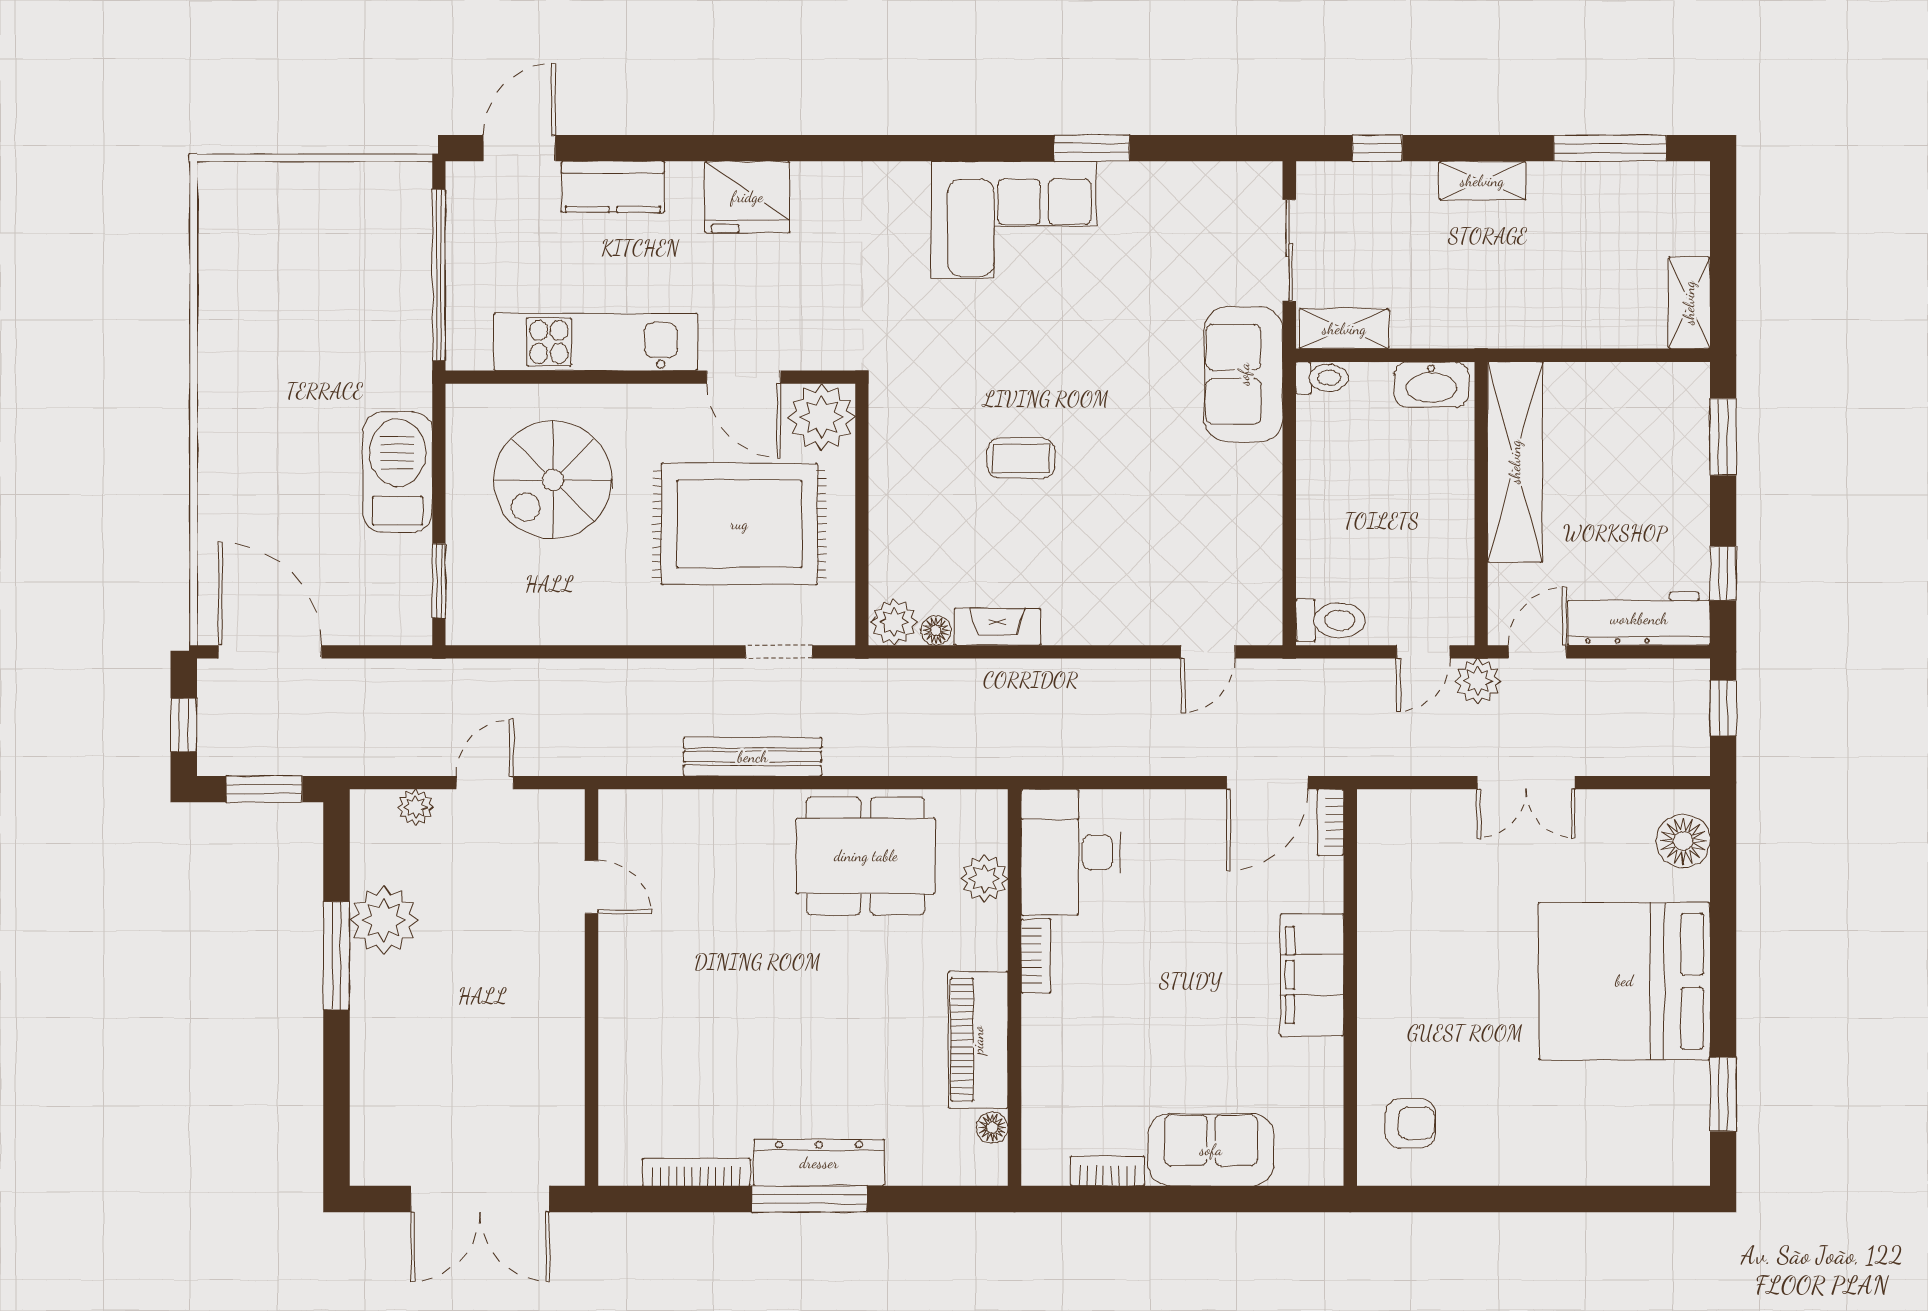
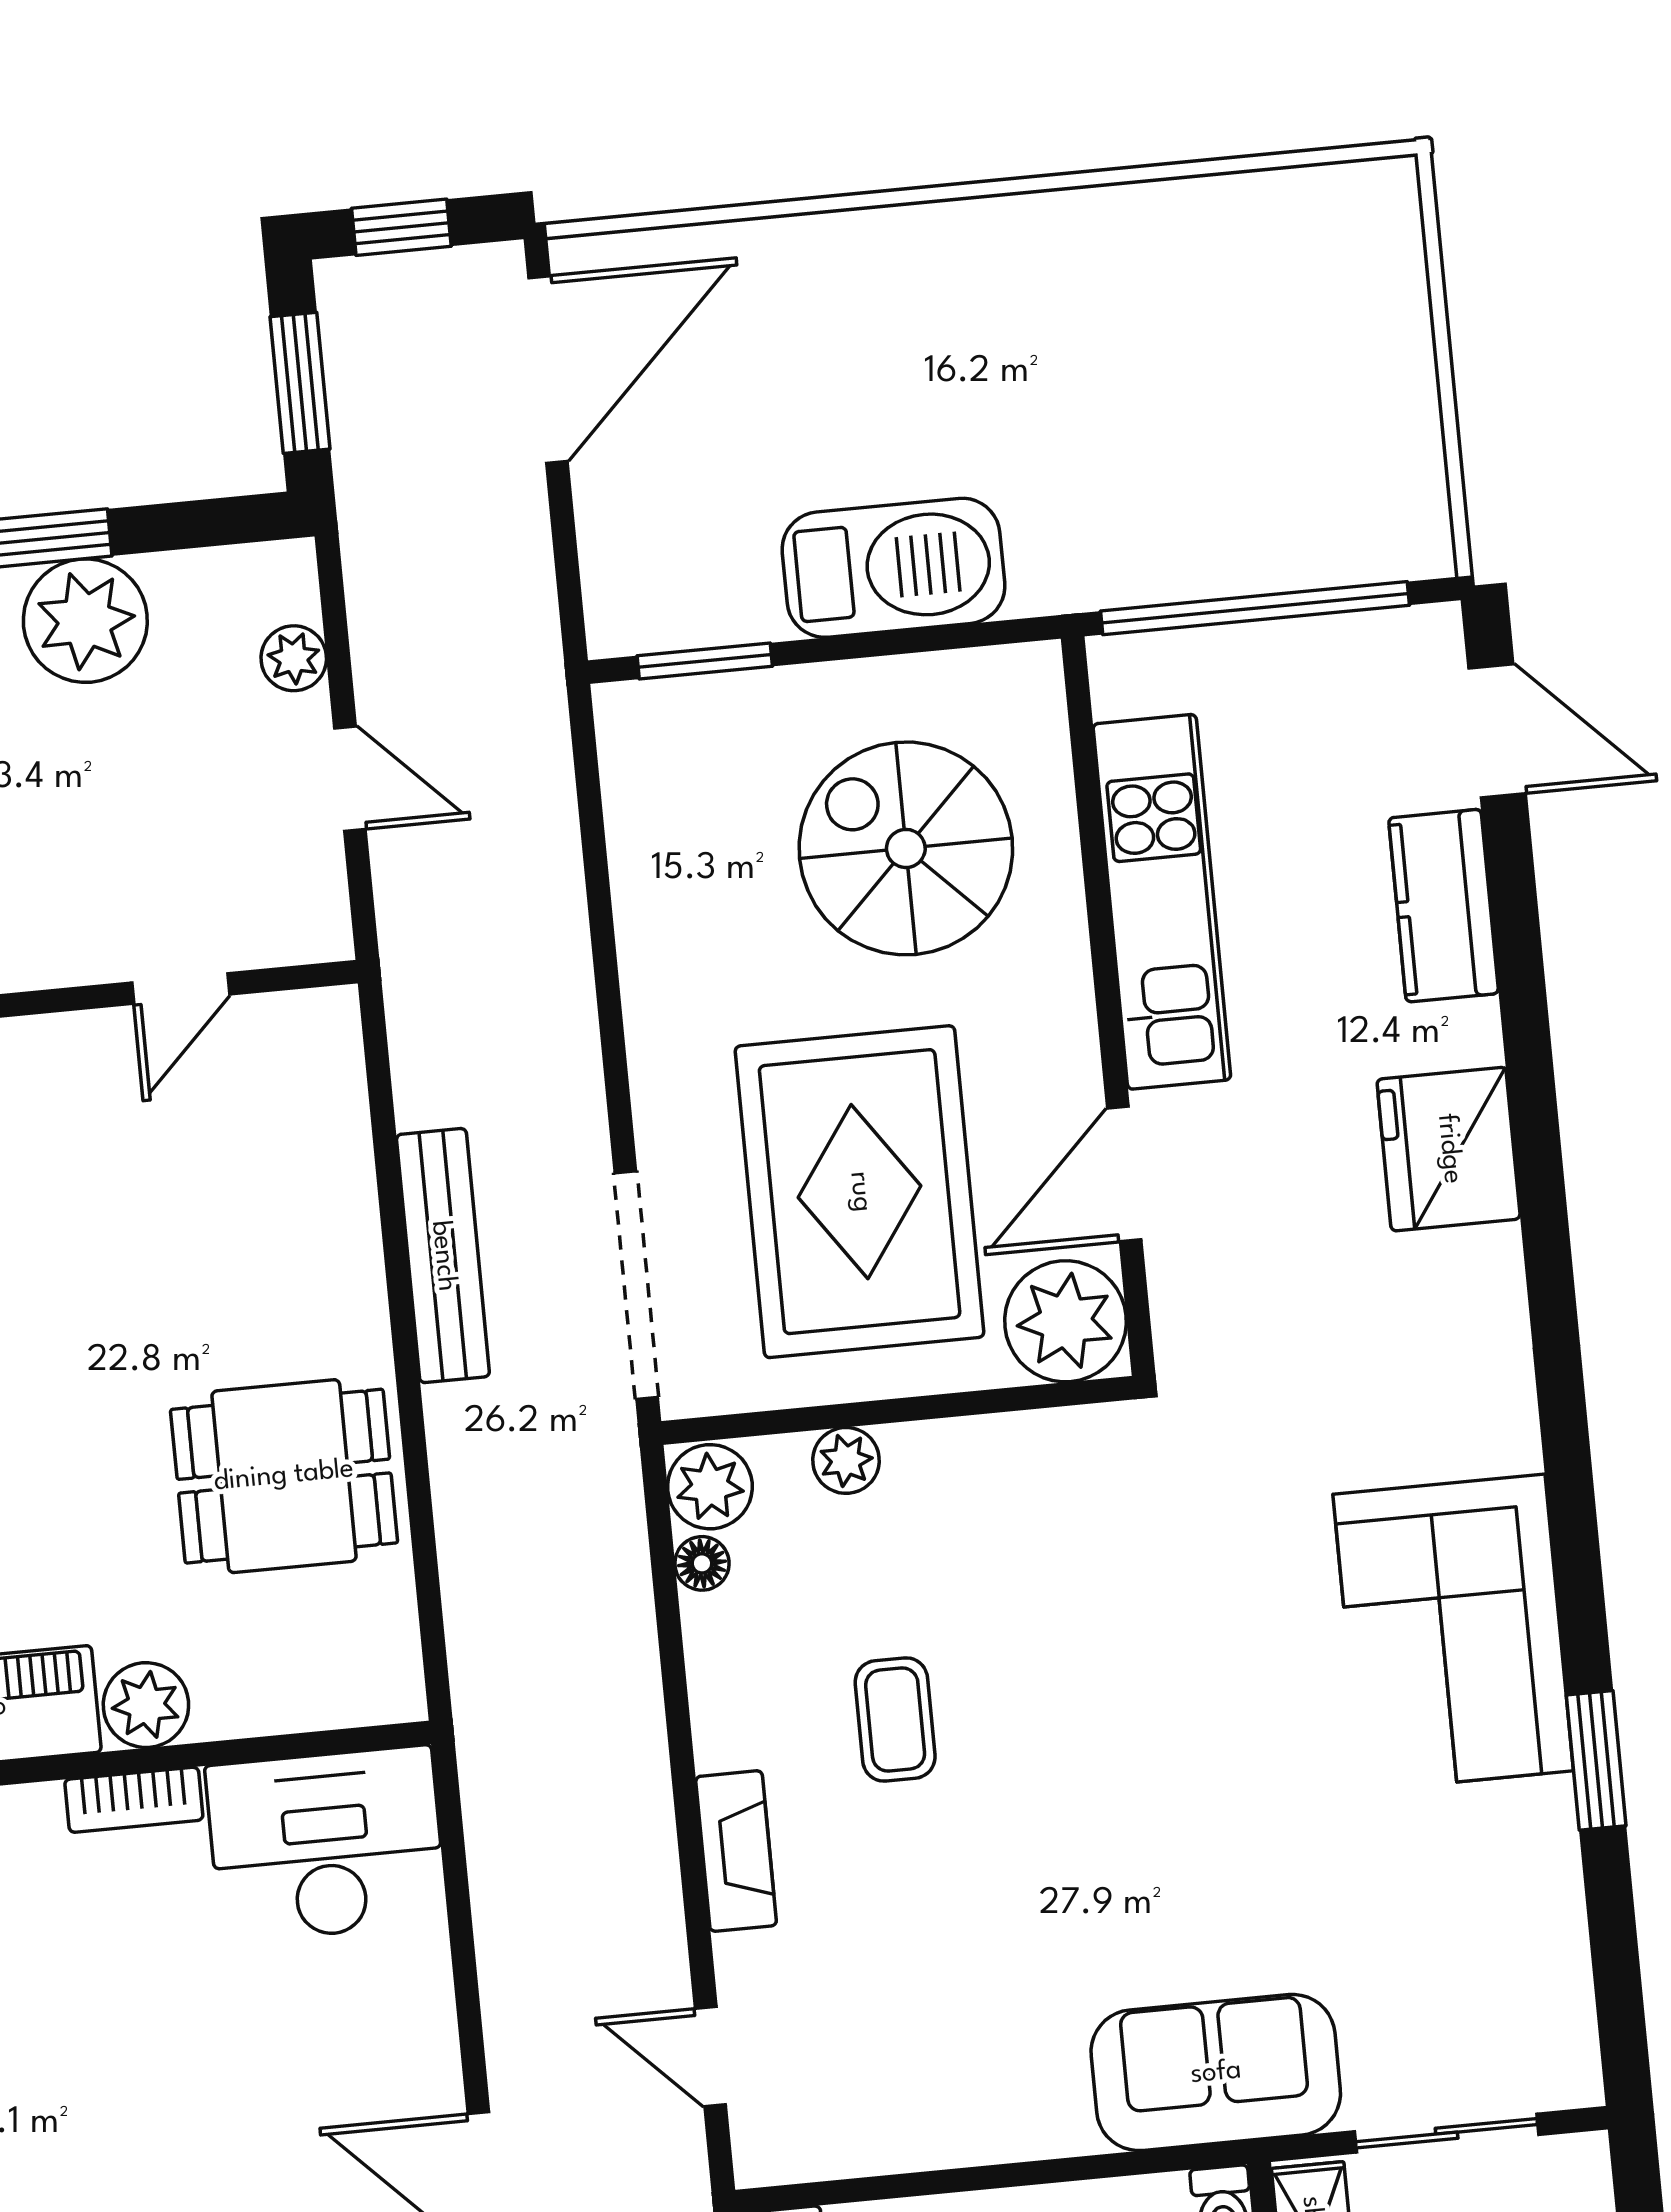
coffee table: (1021, 458) -> (895, 1719), moved
plant: (887, 546) -> (846, 1460), added
fireplace: (997, 627) -> (736, 1851), moved
doorway: (779, 652) -> (636, 1285), width x1.87
dining table: (866, 856) -> (284, 1476), width x0.73
plant: (984, 879) -> (146, 1705), moved

